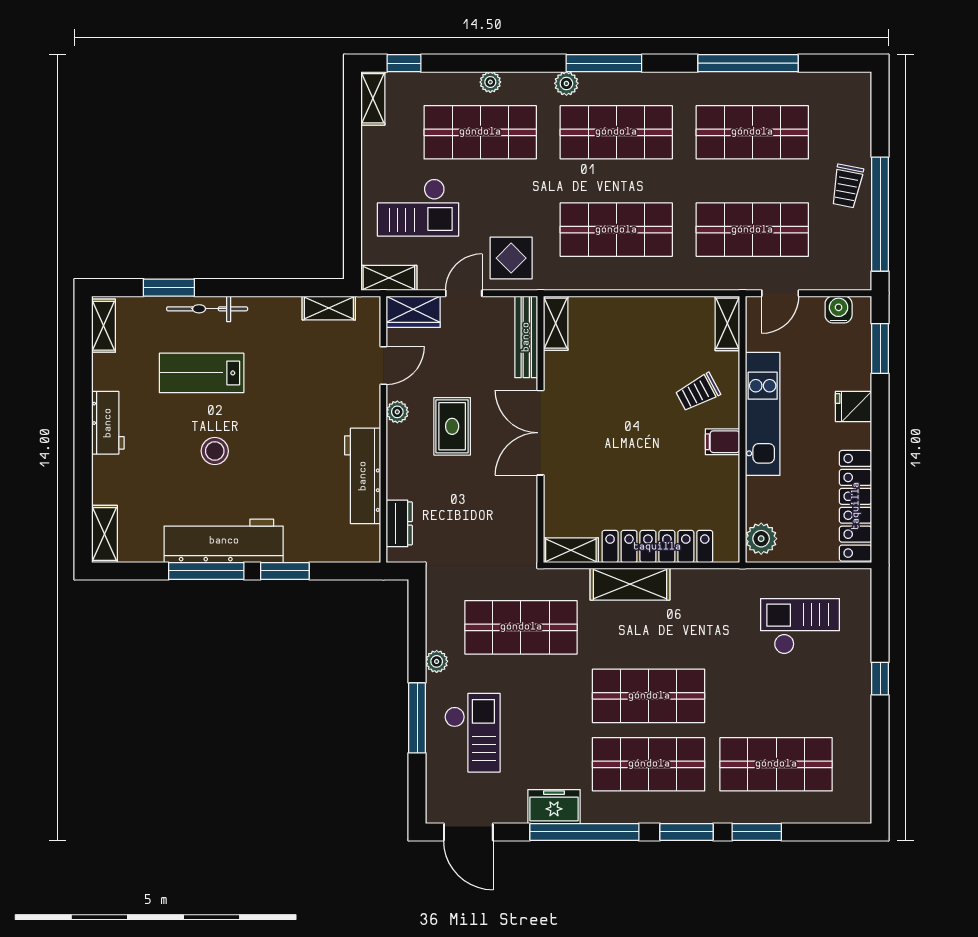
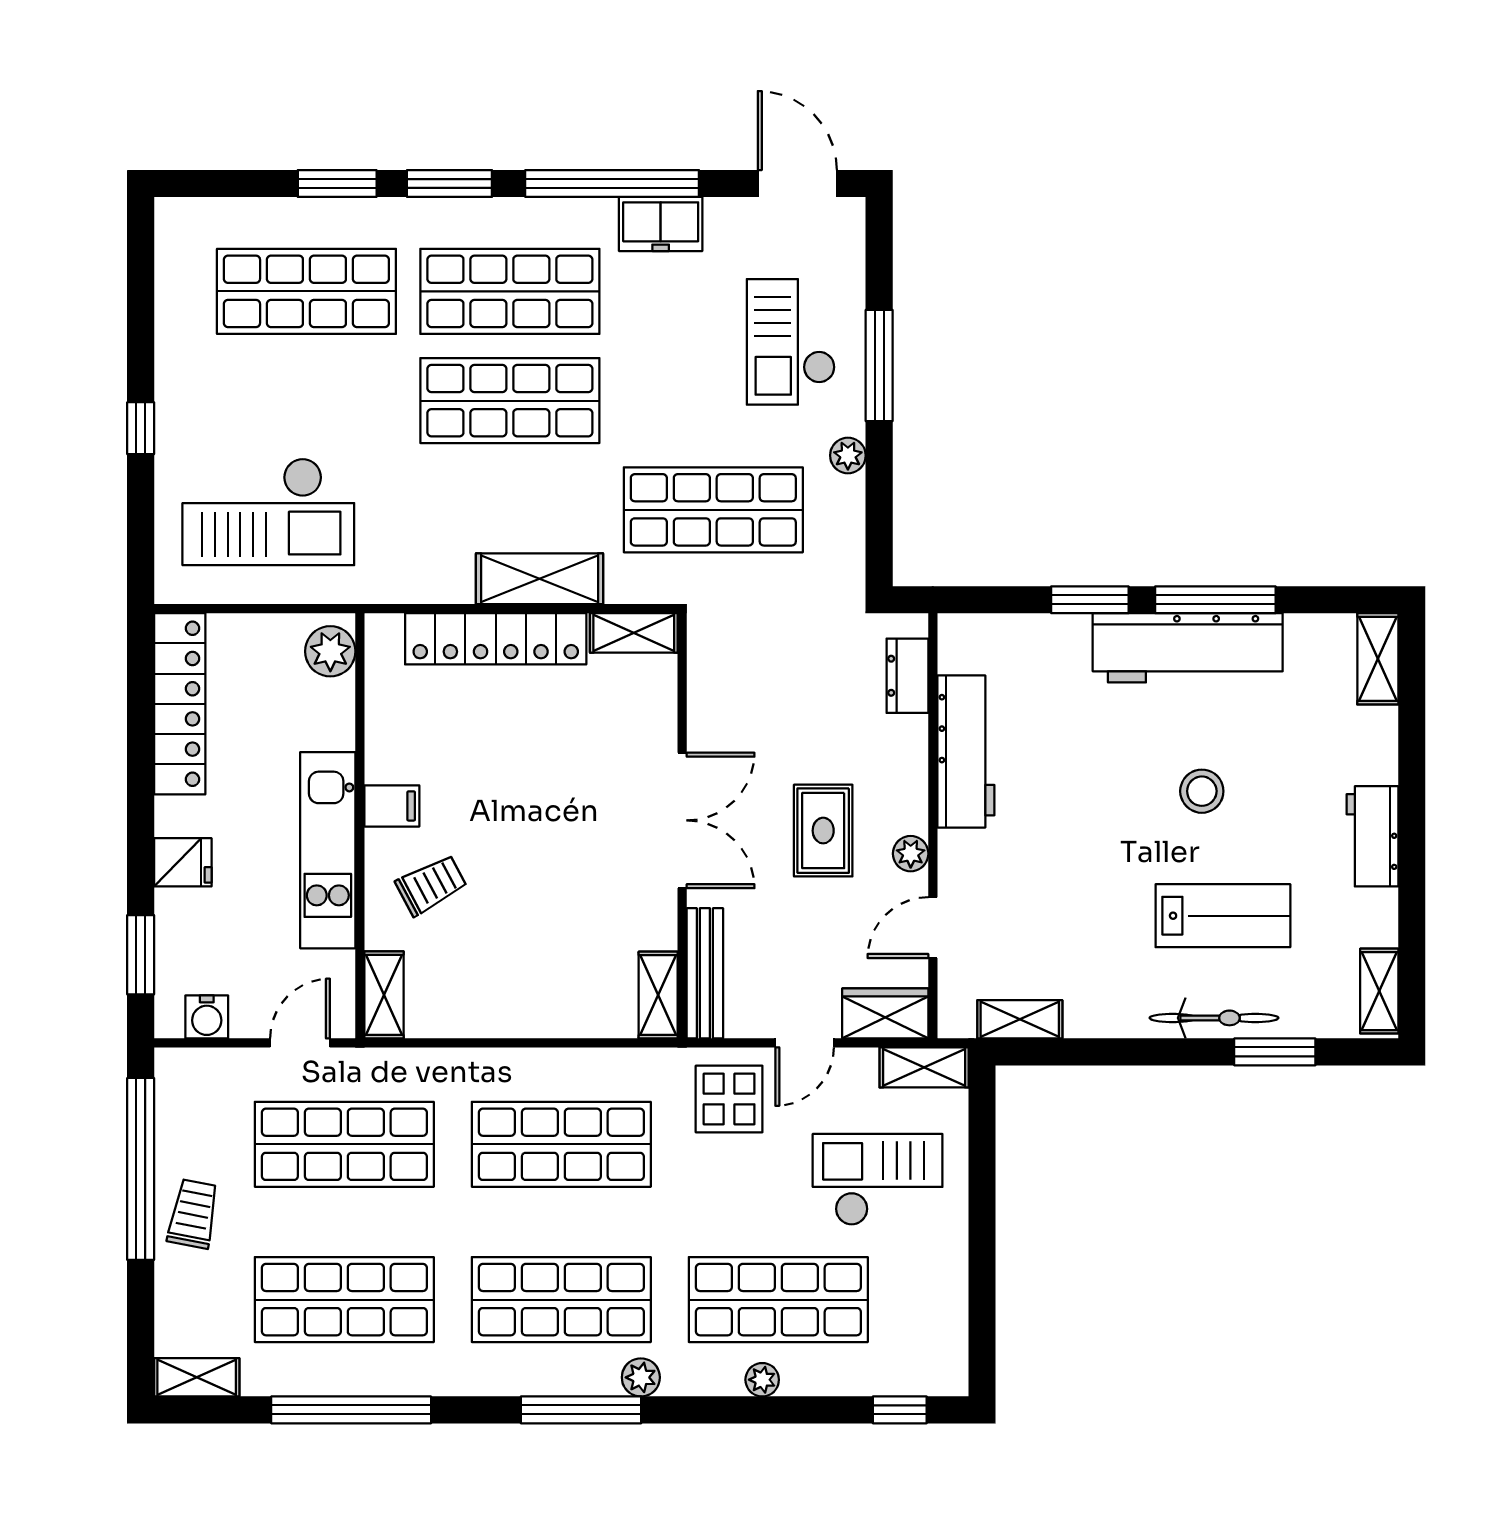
shelving: (373, 98) -> (197, 1377), moved, turned 90
checkout: (800, 626) -> (268, 512), width x1.36, depth x1.21

